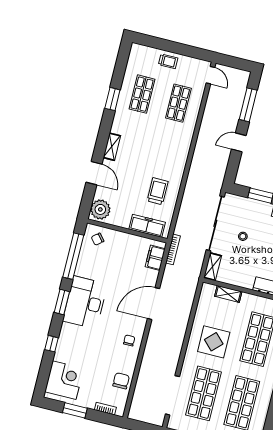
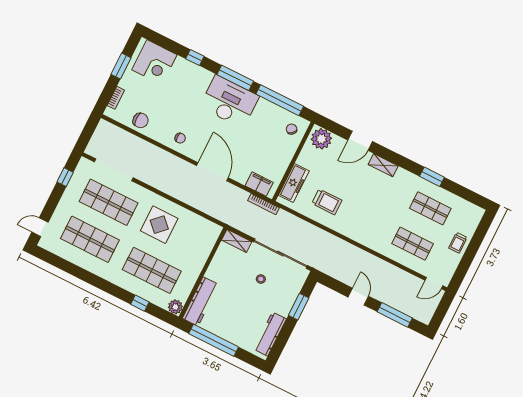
shelving: (228, 294) -> (205, 251), removed
window: (62, 302) -> (235, 78), width x1.44

